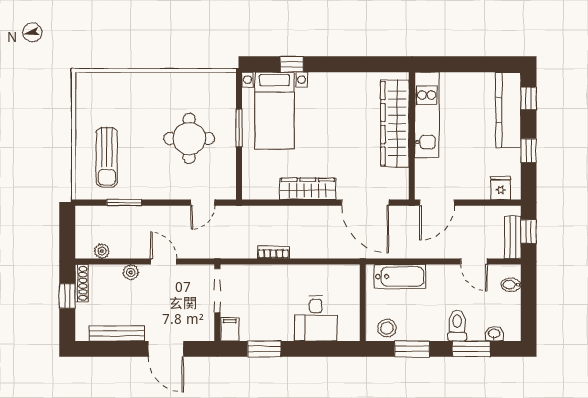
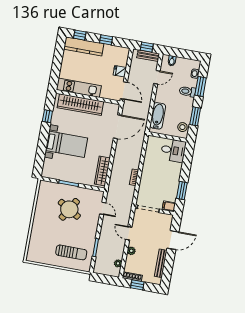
window: (292, 64) -> (47, 116), moved
bed with nightstands: (275, 111) -> (66, 144), moved
round table: (189, 138) -> (69, 209), turned 31
fridge: (501, 188) -> (120, 71), moved
wardrobe: (308, 189) -> (102, 171), moved
door: (164, 261) -> (129, 233), hinge flipped
desk: (316, 318) -> (173, 150), moved

